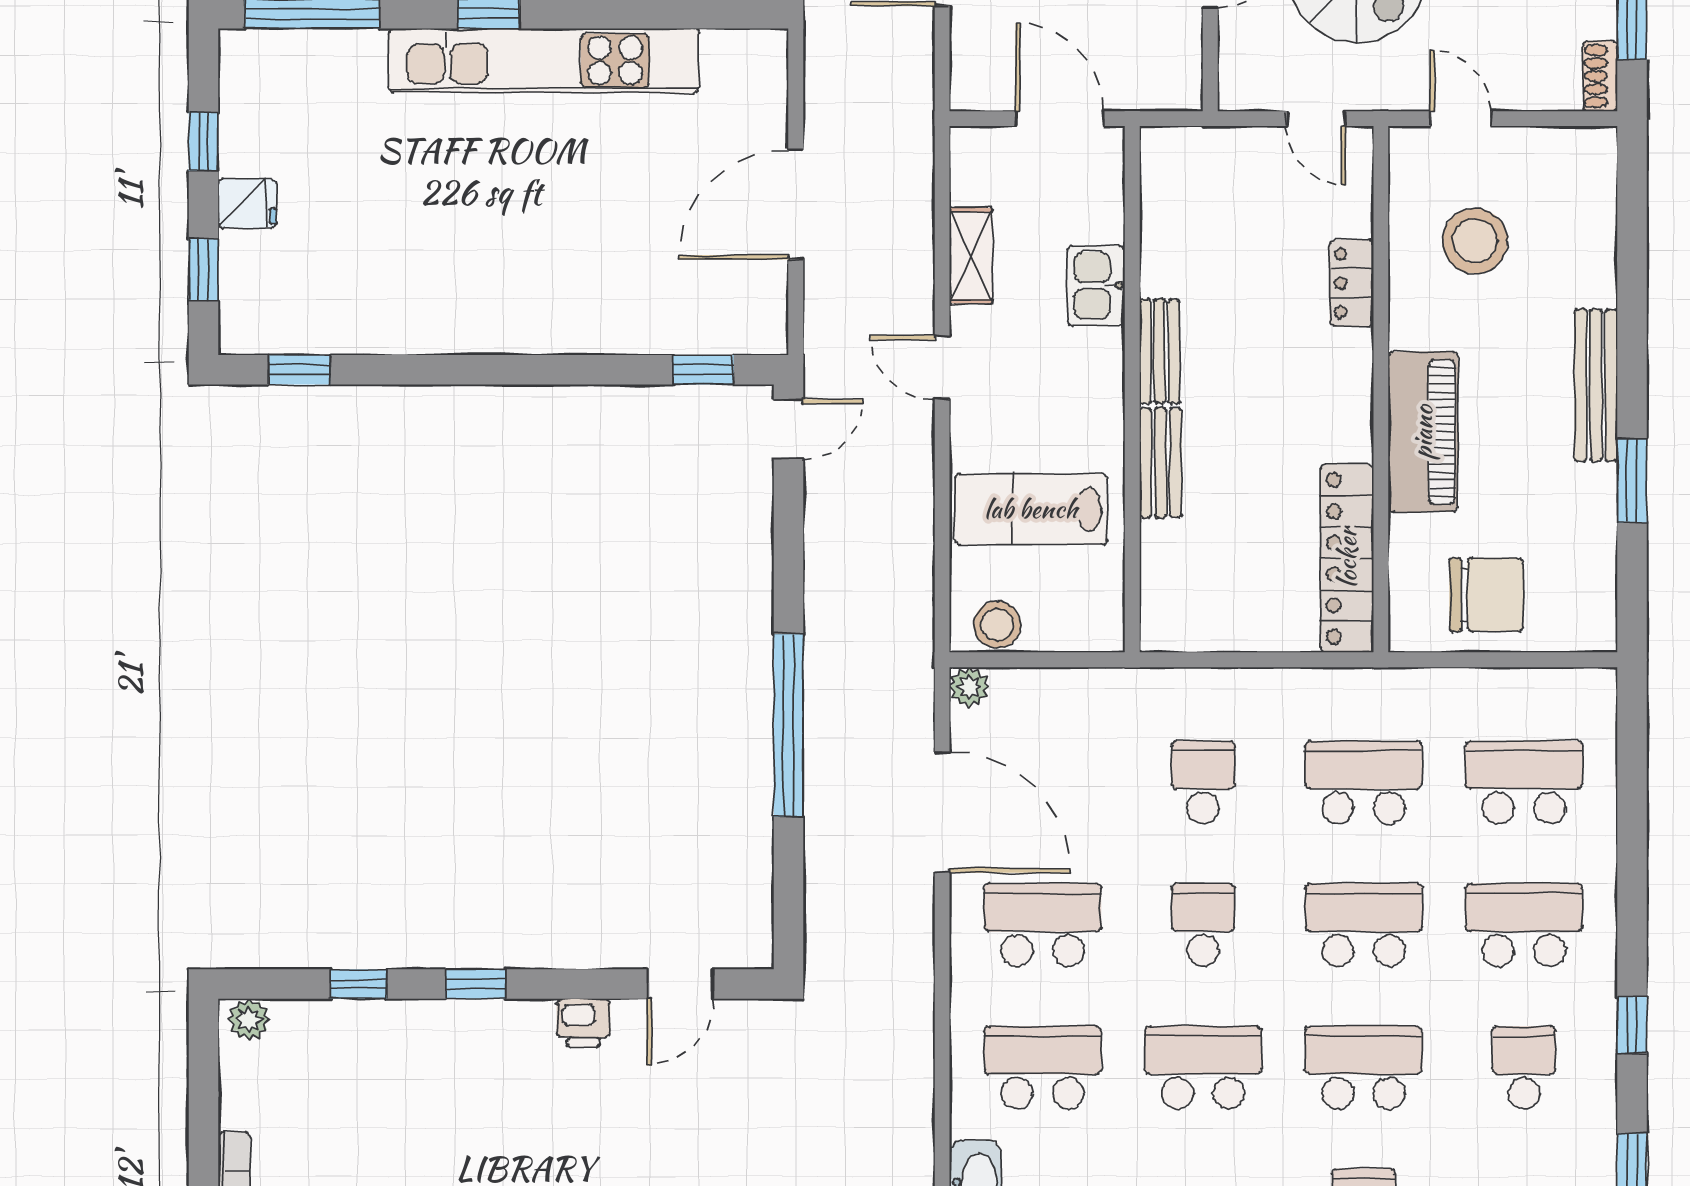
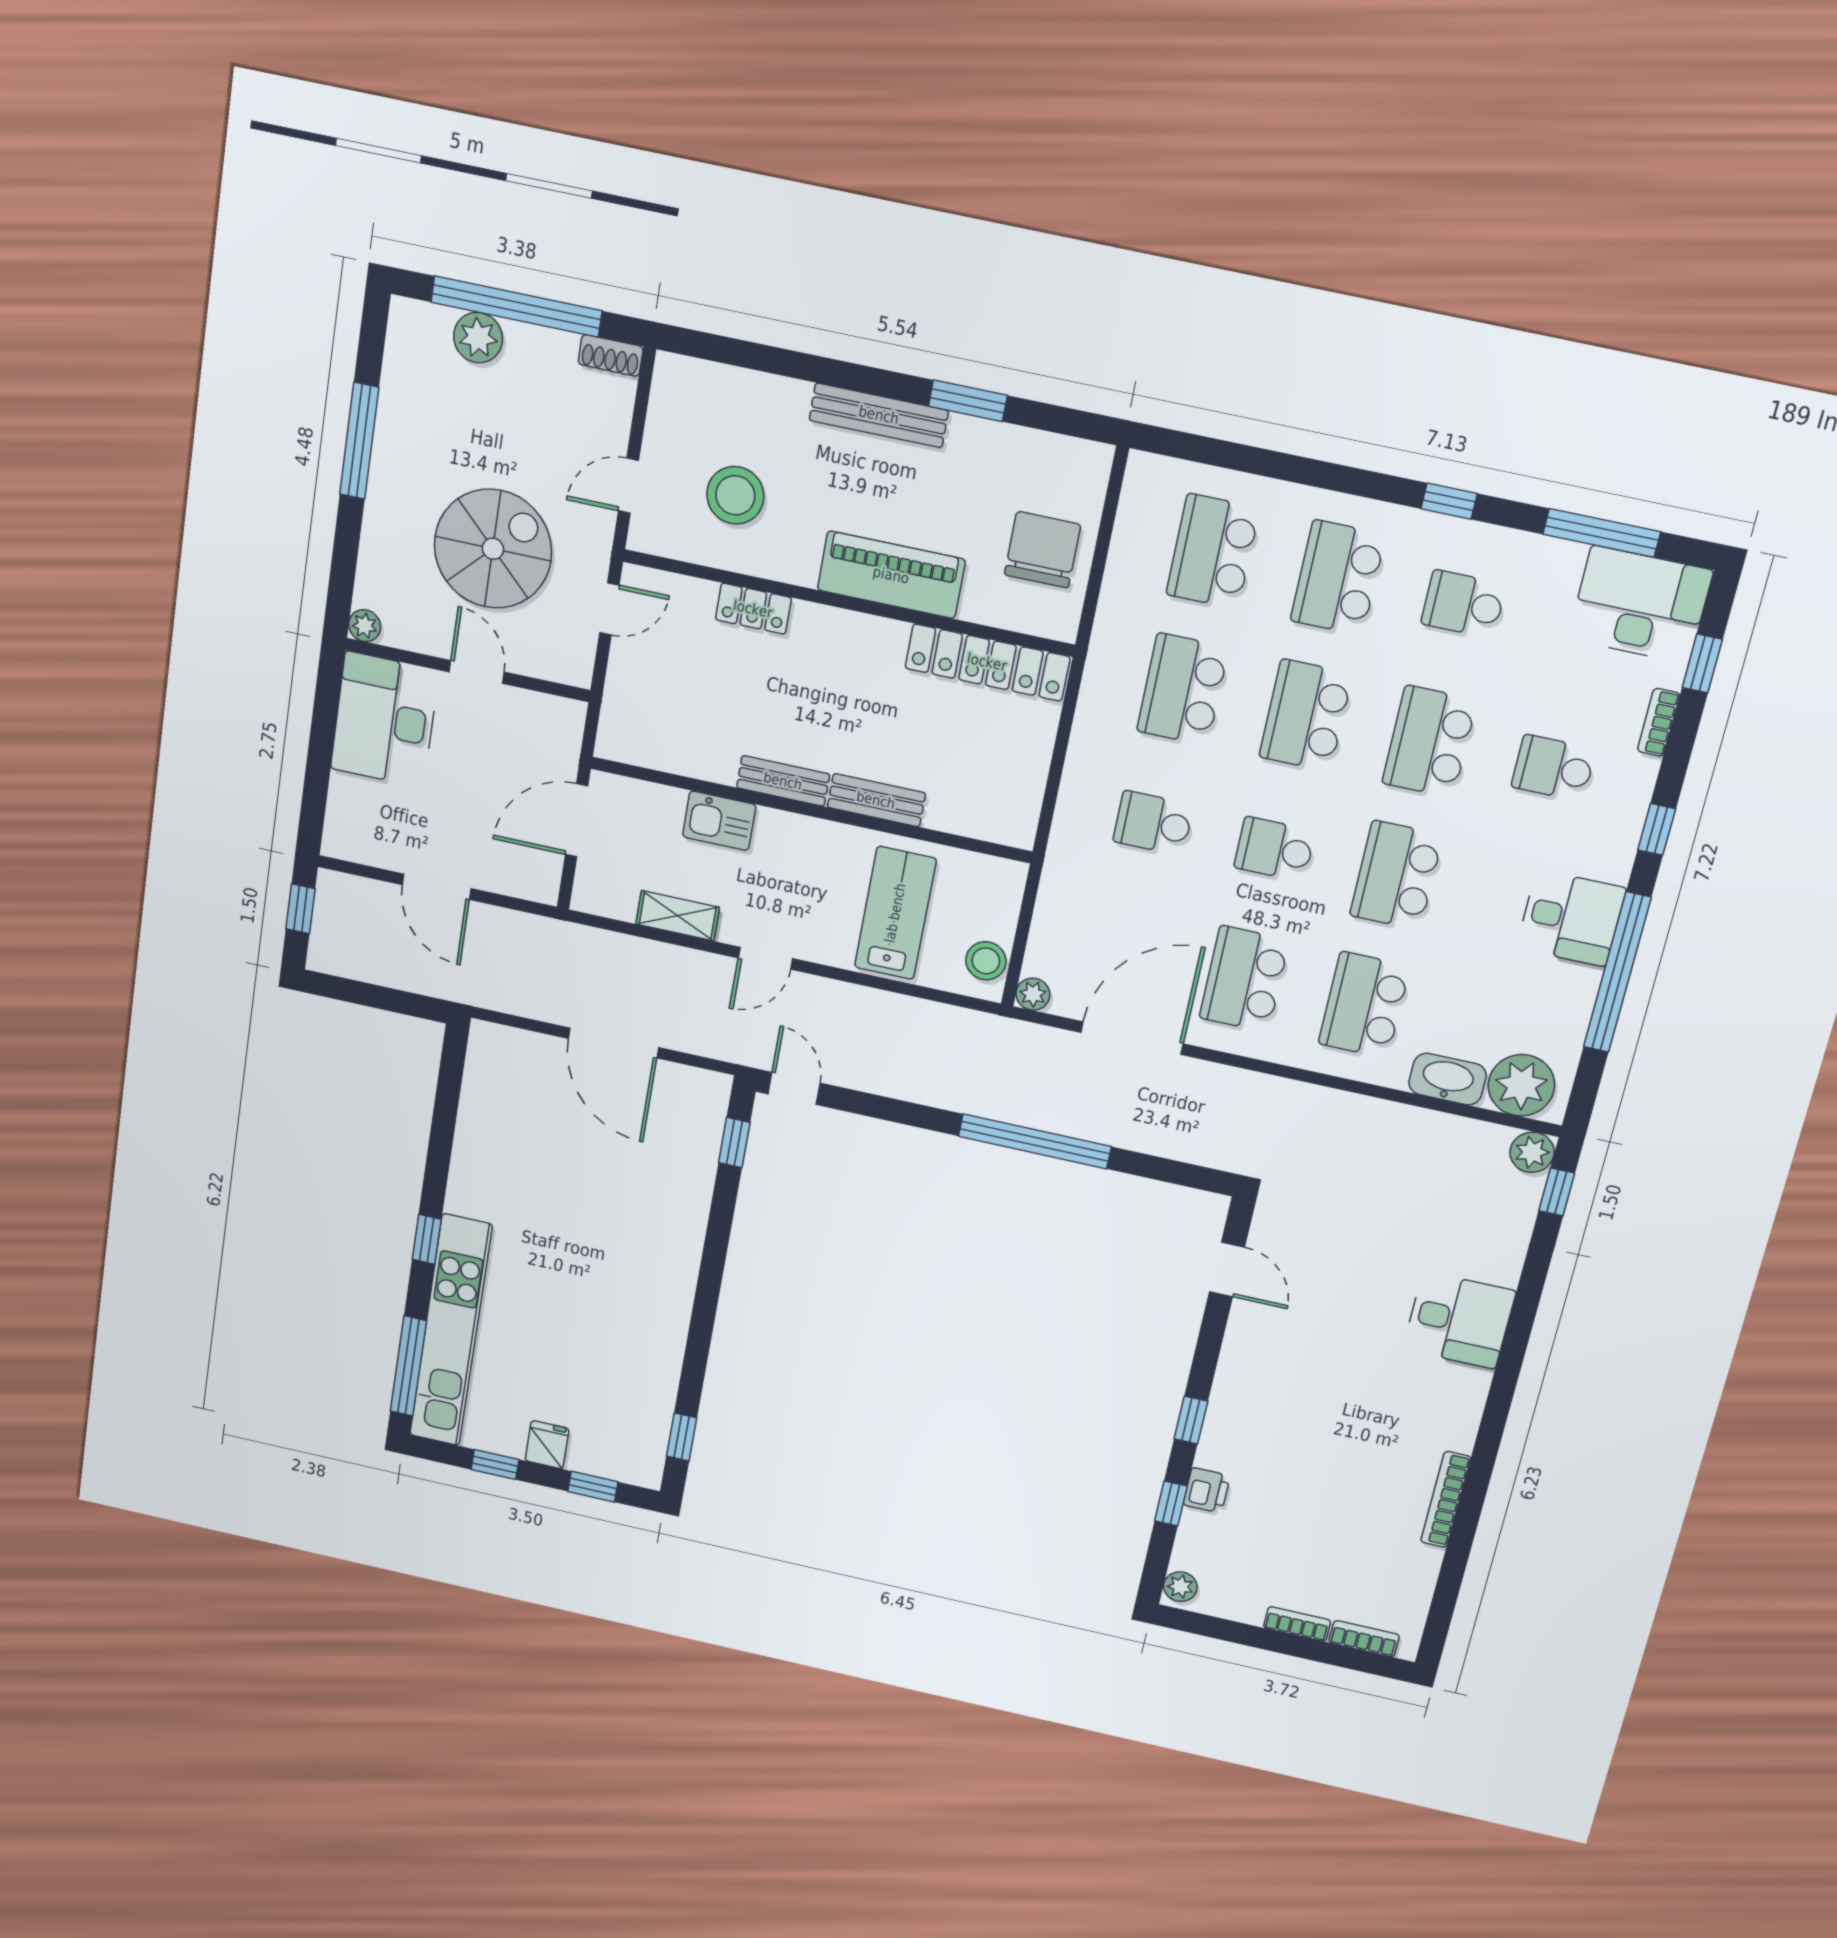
kitchen unit: (544, 60) -> (451, 1331), moved
lab bench: (1031, 509) -> (895, 913), turned 180
printer: (583, 1023) -> (1207, 1490), moved

